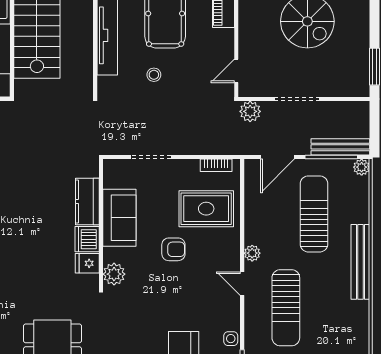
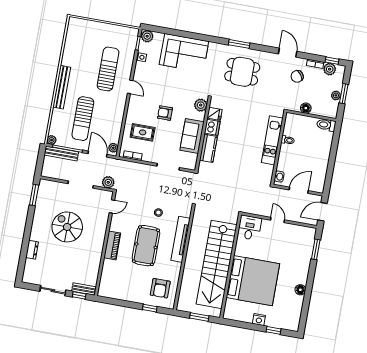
door: (278, 157) -> (98, 154), hinge flipped
rug: (206, 209) -> (143, 132), width x0.73, depth x0.70
plant: (252, 253) -> (113, 148), moved

